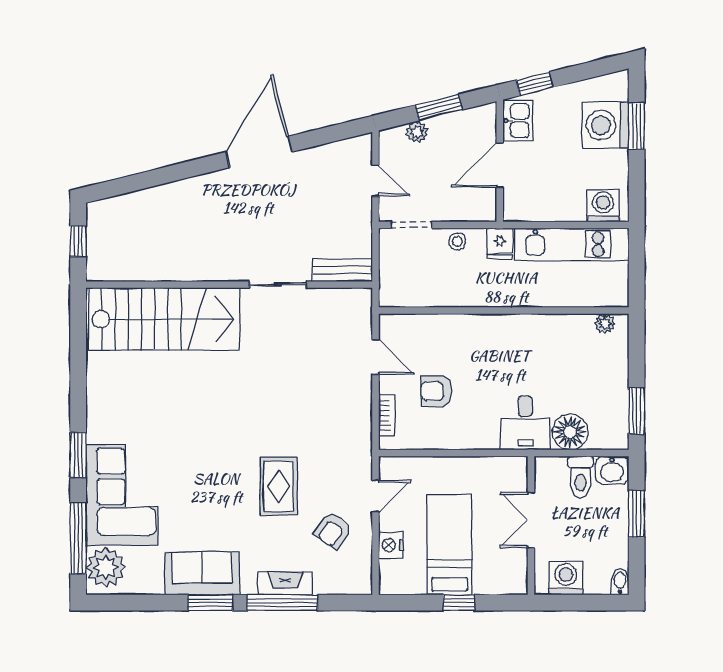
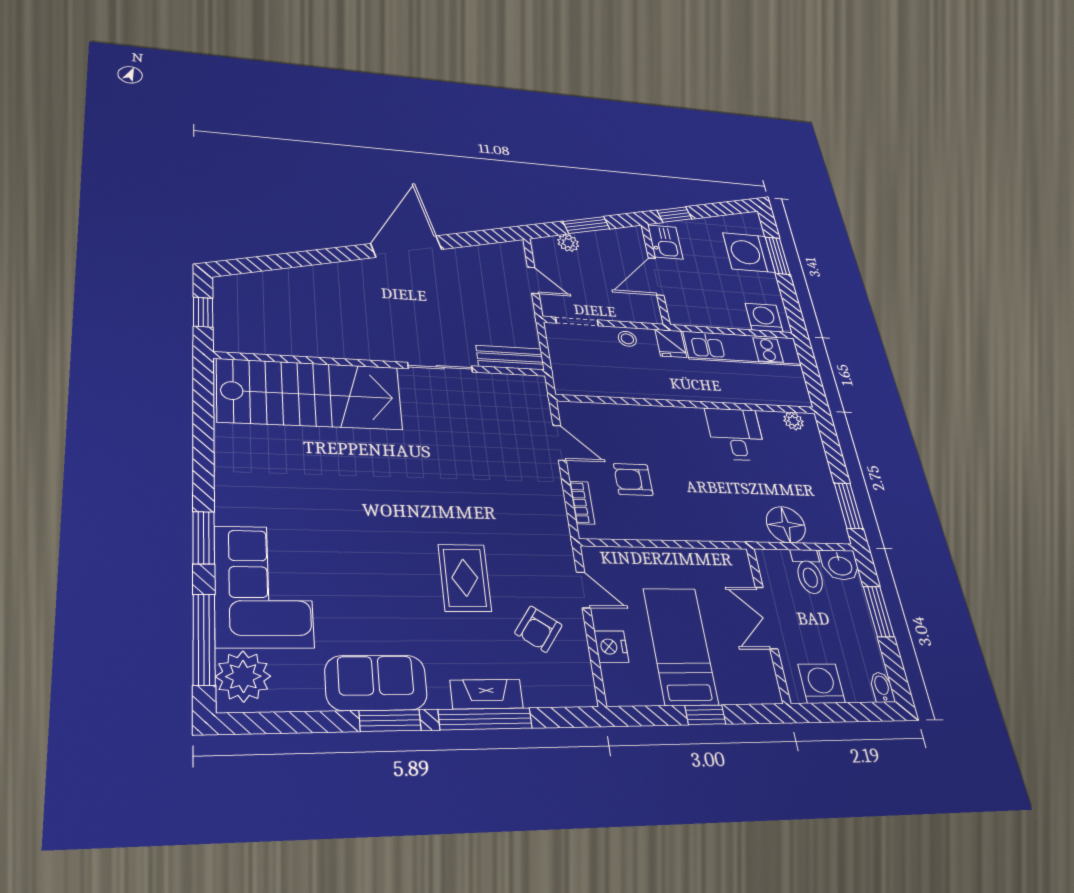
desk: (525, 423) -> (736, 434), moved, turned 180
door: (376, 496) -> (583, 590), hinge flipped

